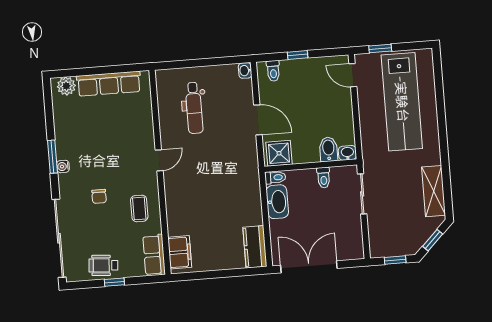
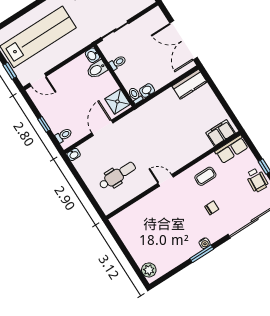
door: (353, 75) -> (38, 80), hinge flipped
row of seats: (109, 84) -> (132, 242), removed
washbasin: (277, 202) -> (147, 91), width x0.52, depth x0.69

